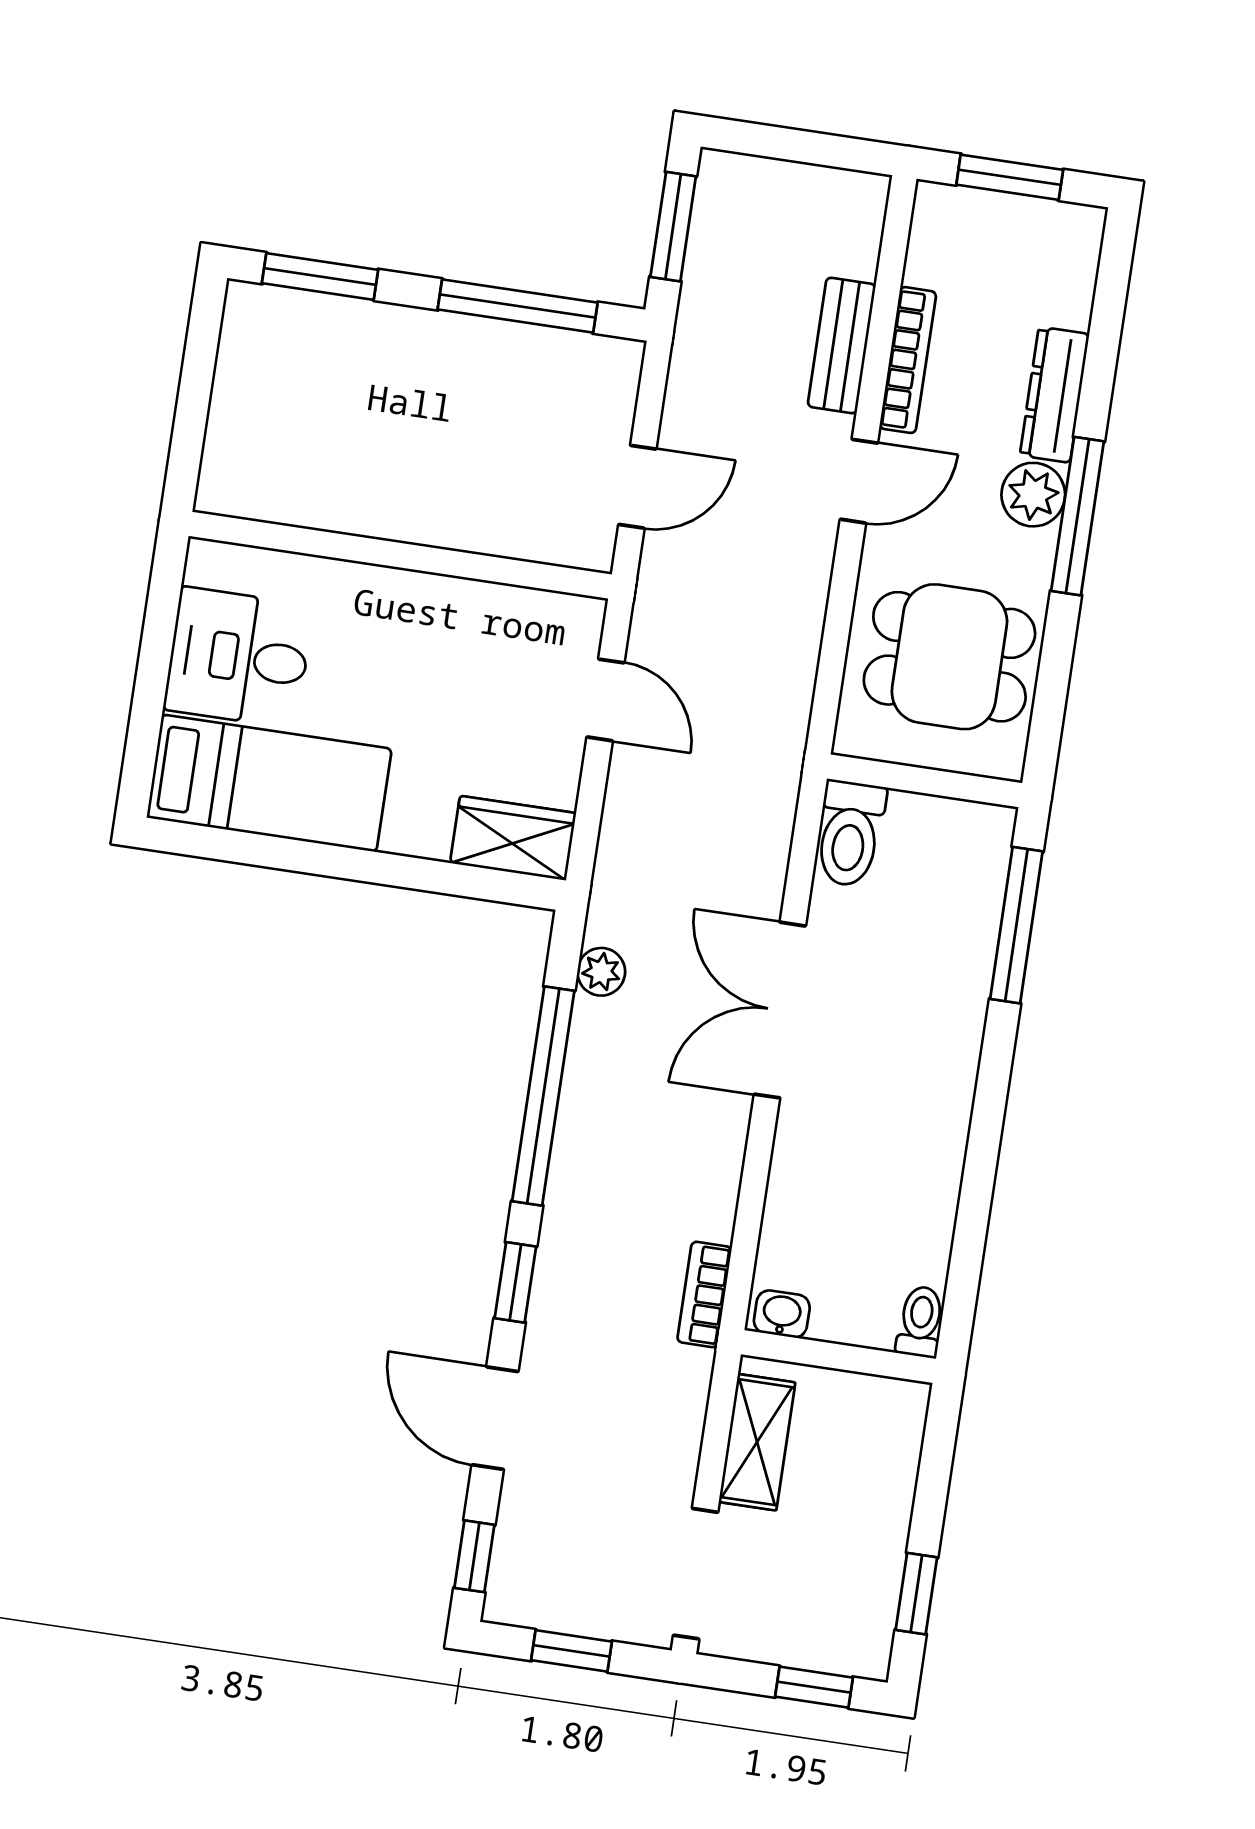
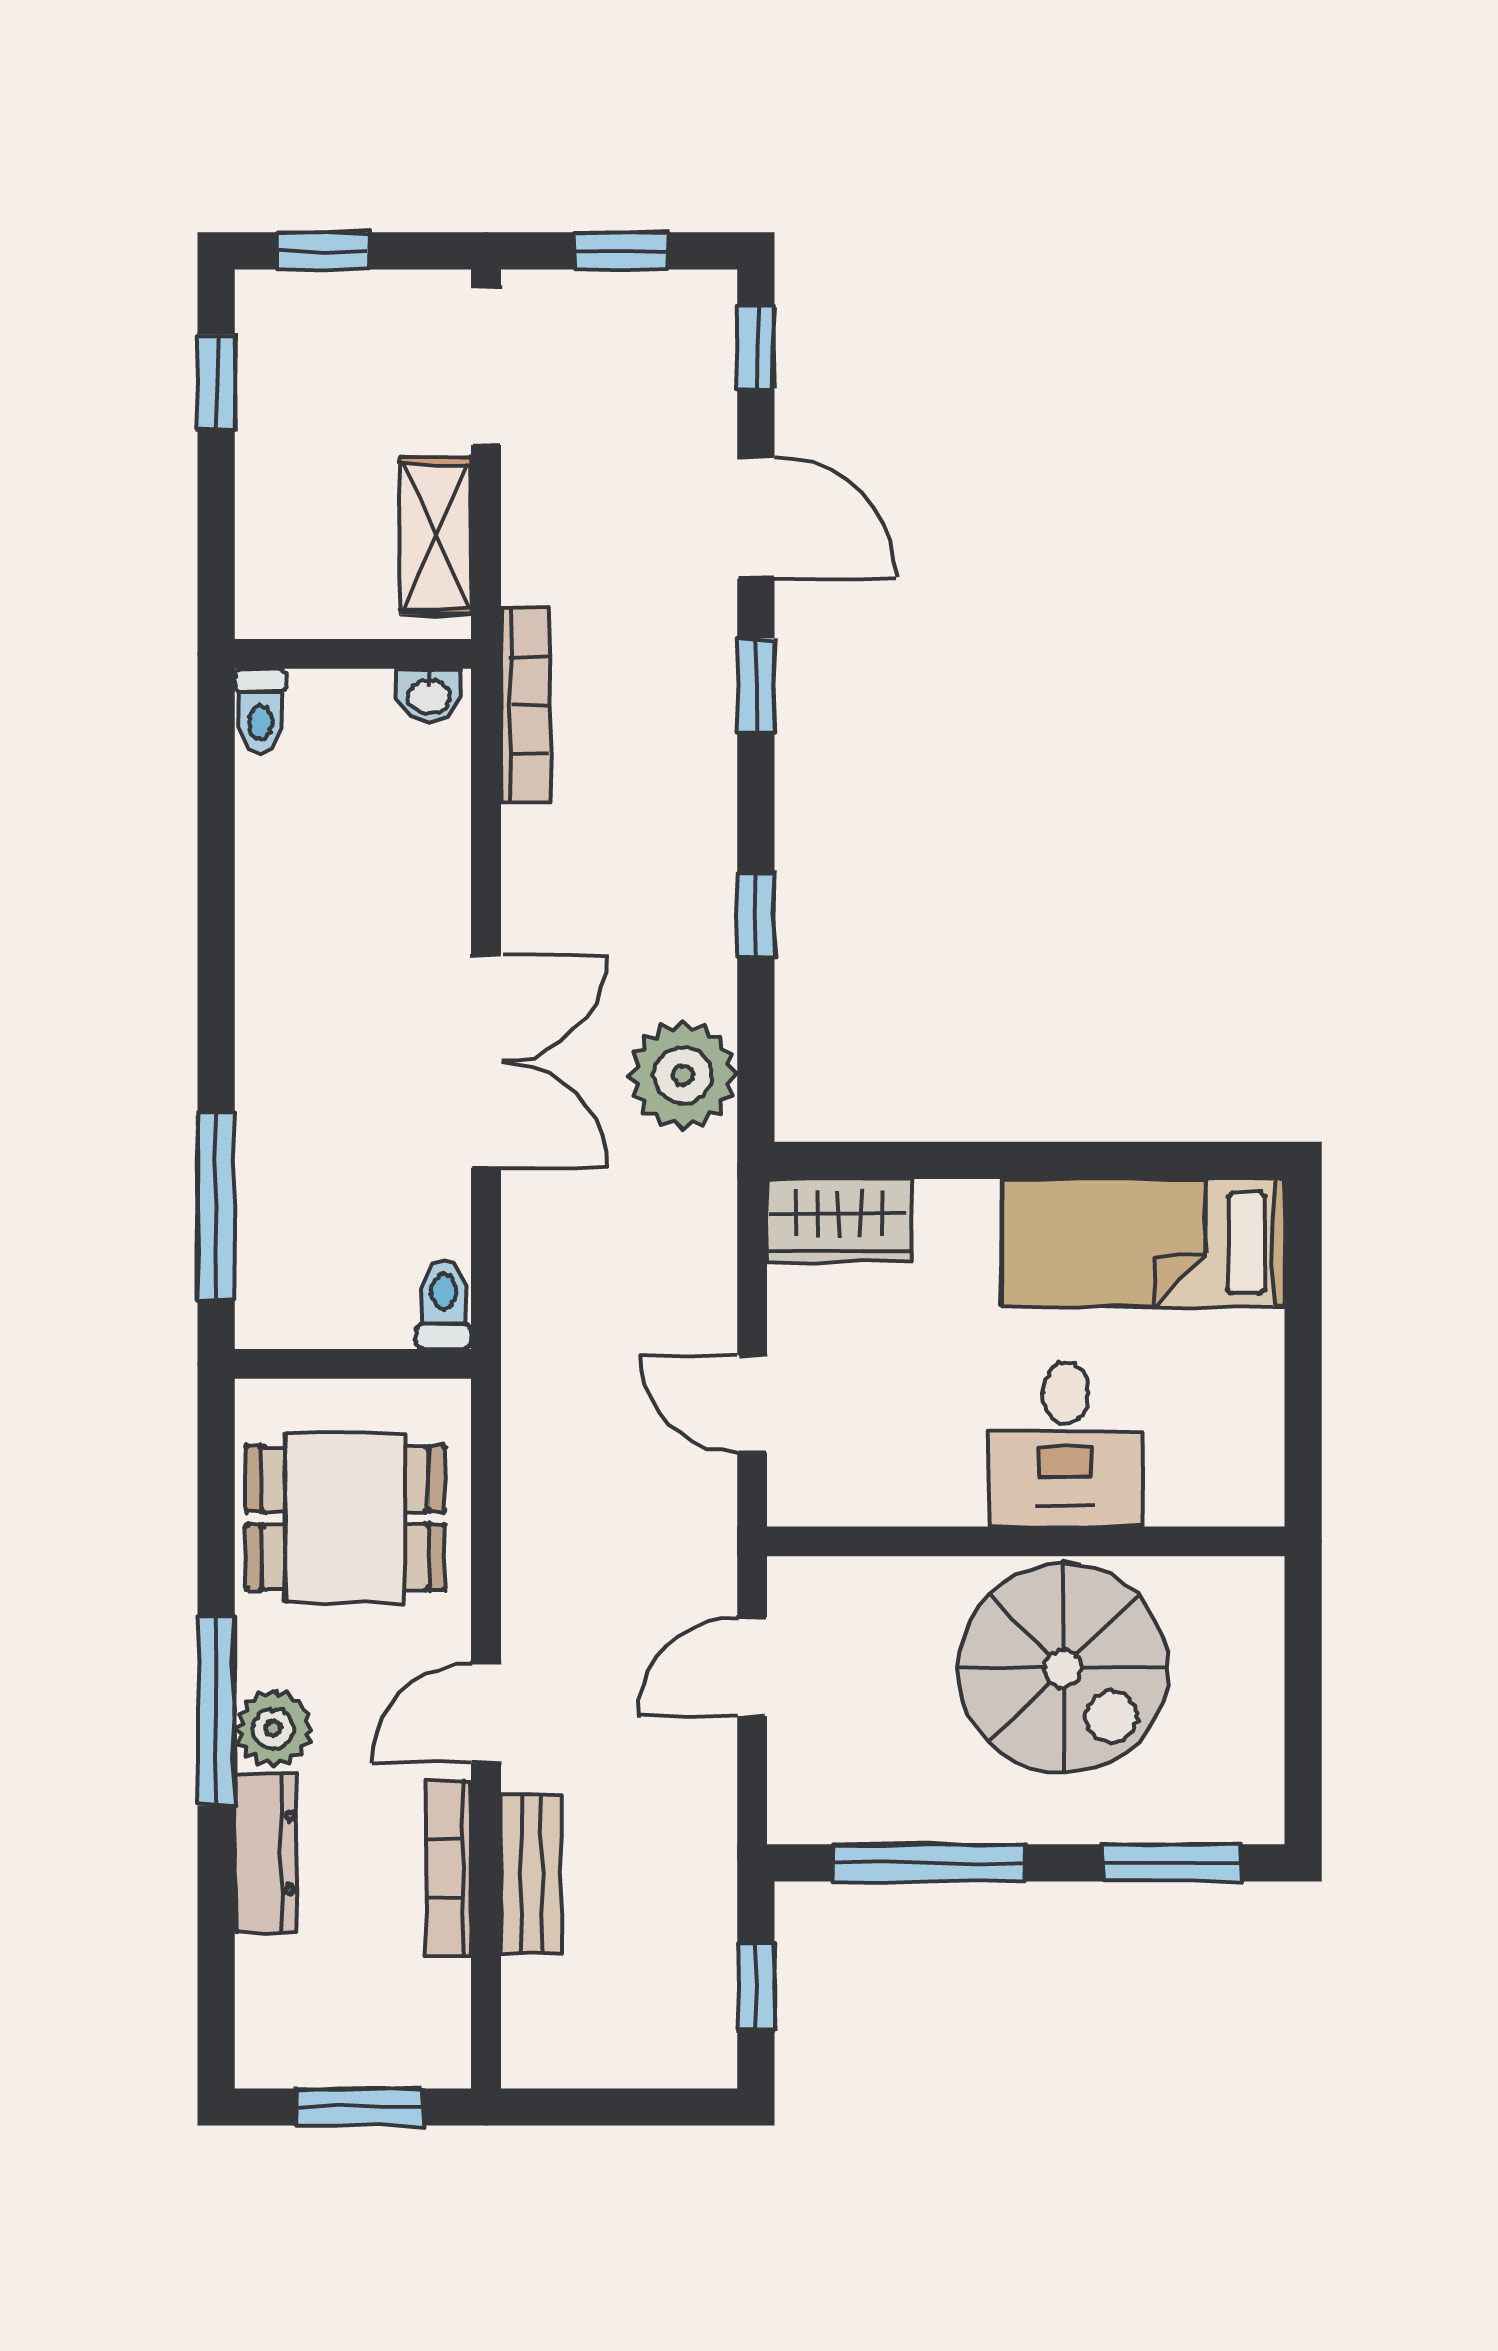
window: (673, 227) -> (756, 1987), width x0.67
spiral stairs: (385, 448) -> (1063, 1668), added
desk: (239, 658) -> (1066, 1444), moved, turned 90
toilet: (850, 834) -> (444, 1304), width x0.73, depth x0.72
plant: (601, 972) -> (683, 1075), width x1.87, depth x1.87
window: (543, 1096) -> (756, 915), width x0.32
bookcase: (704, 1295) -> (526, 705), width x1.56

